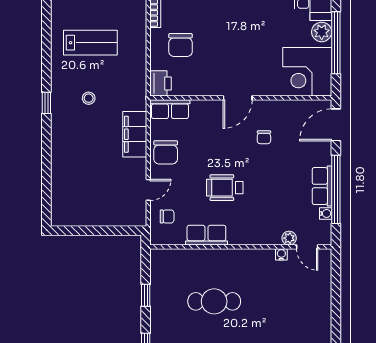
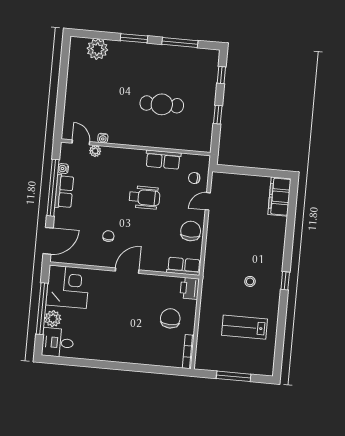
filing cabinet: (135, 134) -> (279, 197), moved, turned 180

